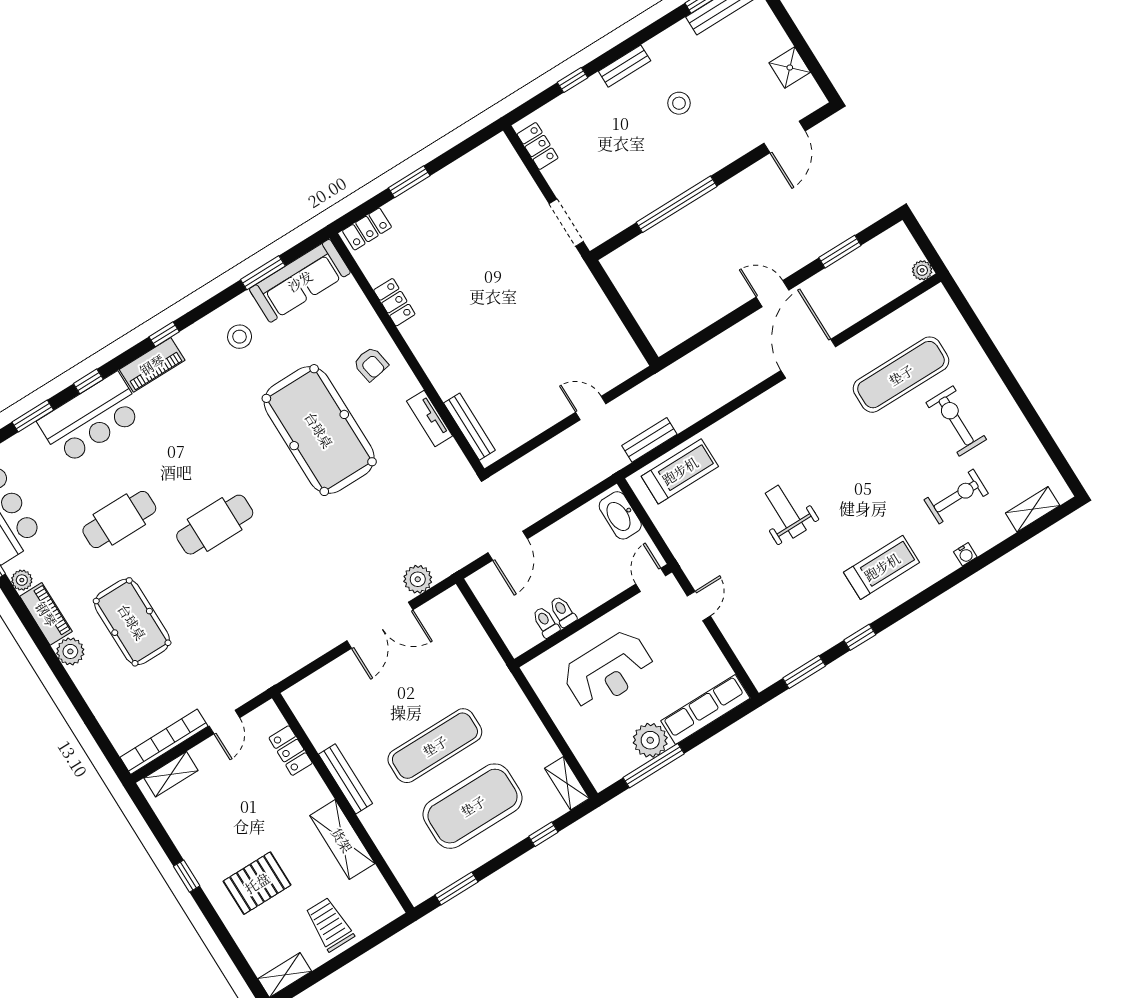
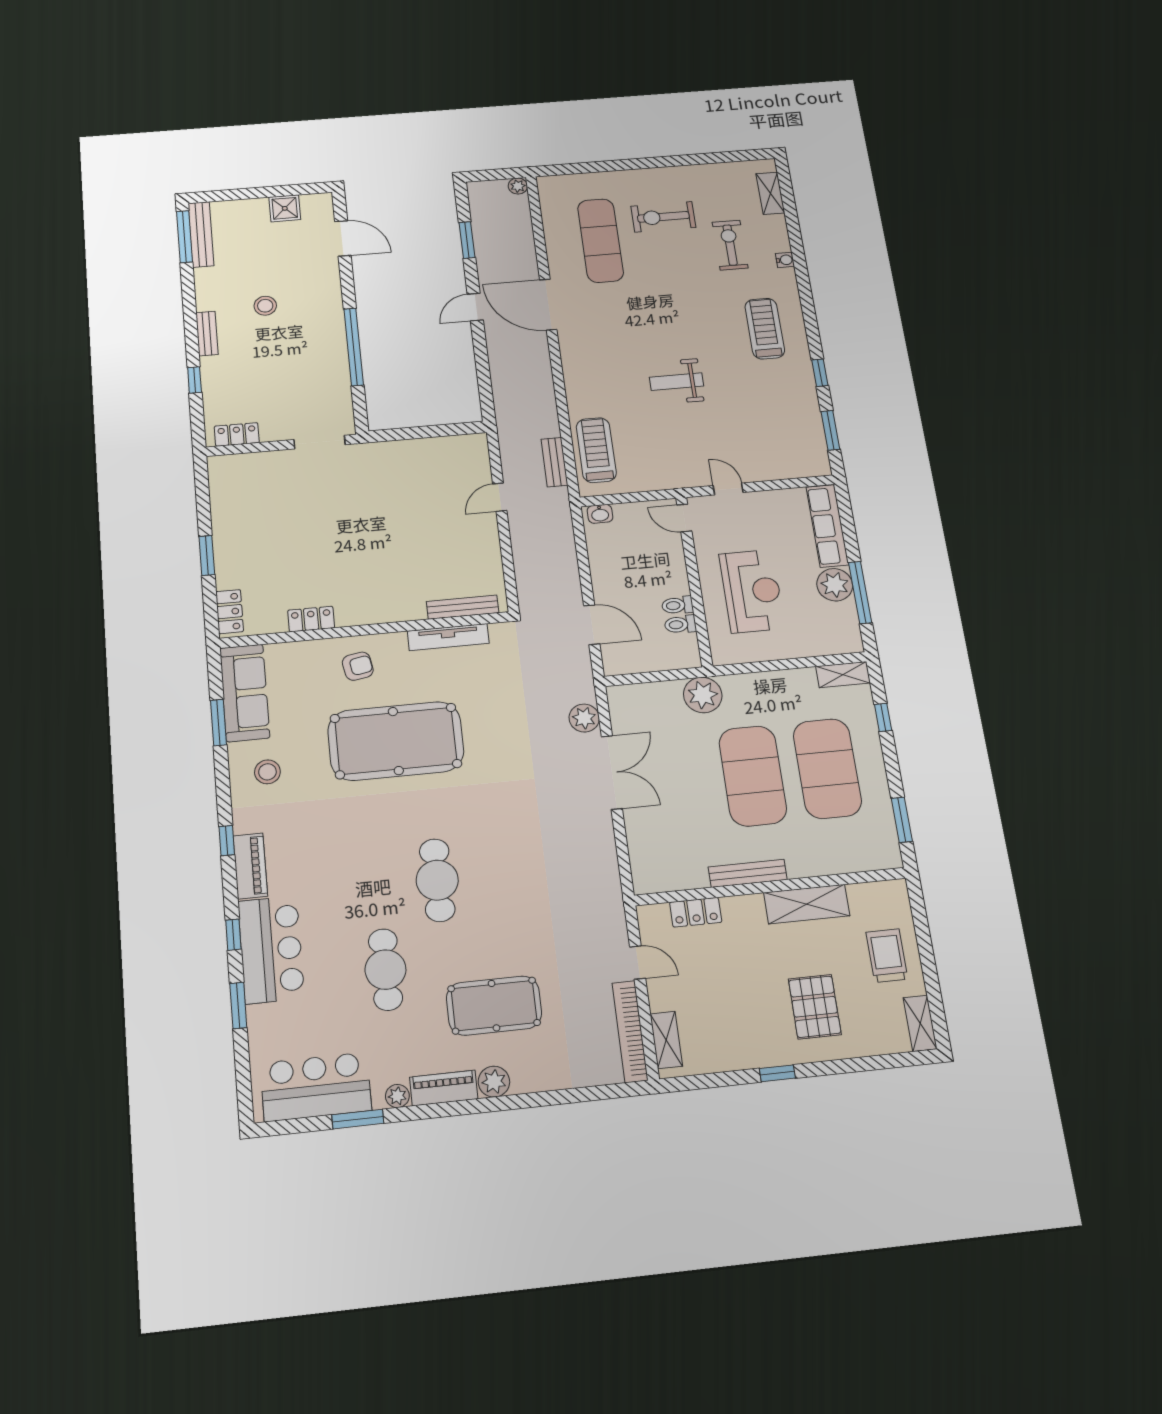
tv unit: (430, 419) -> (448, 637), width x1.41
washbasin: (620, 515) -> (600, 514), width x0.52, depth x0.69
plant: (489, 671) -> (703, 695), added
exercise mat: (435, 746) -> (753, 776), width x1.47
trolley: (330, 924) -> (887, 956), turned 90

